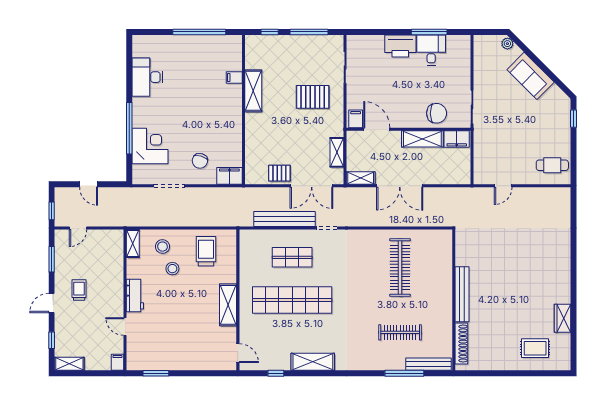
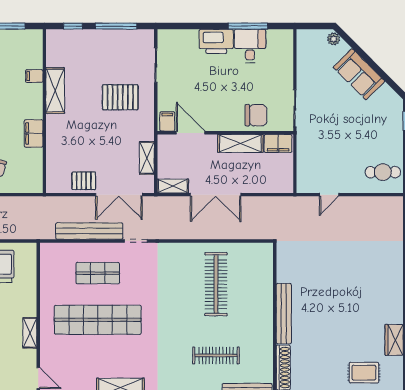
filing cabinet: (229, 176) -> (34, 133), moved, turned -90
shelving: (228, 305) -> (30, 333), width x0.67, depth x0.75

